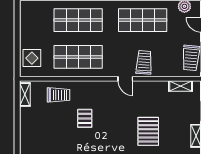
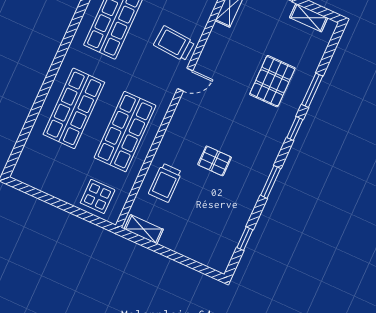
trolley: (58, 95) -> (165, 183), turned 180
pallet: (148, 131) -> (272, 81), turned 90

